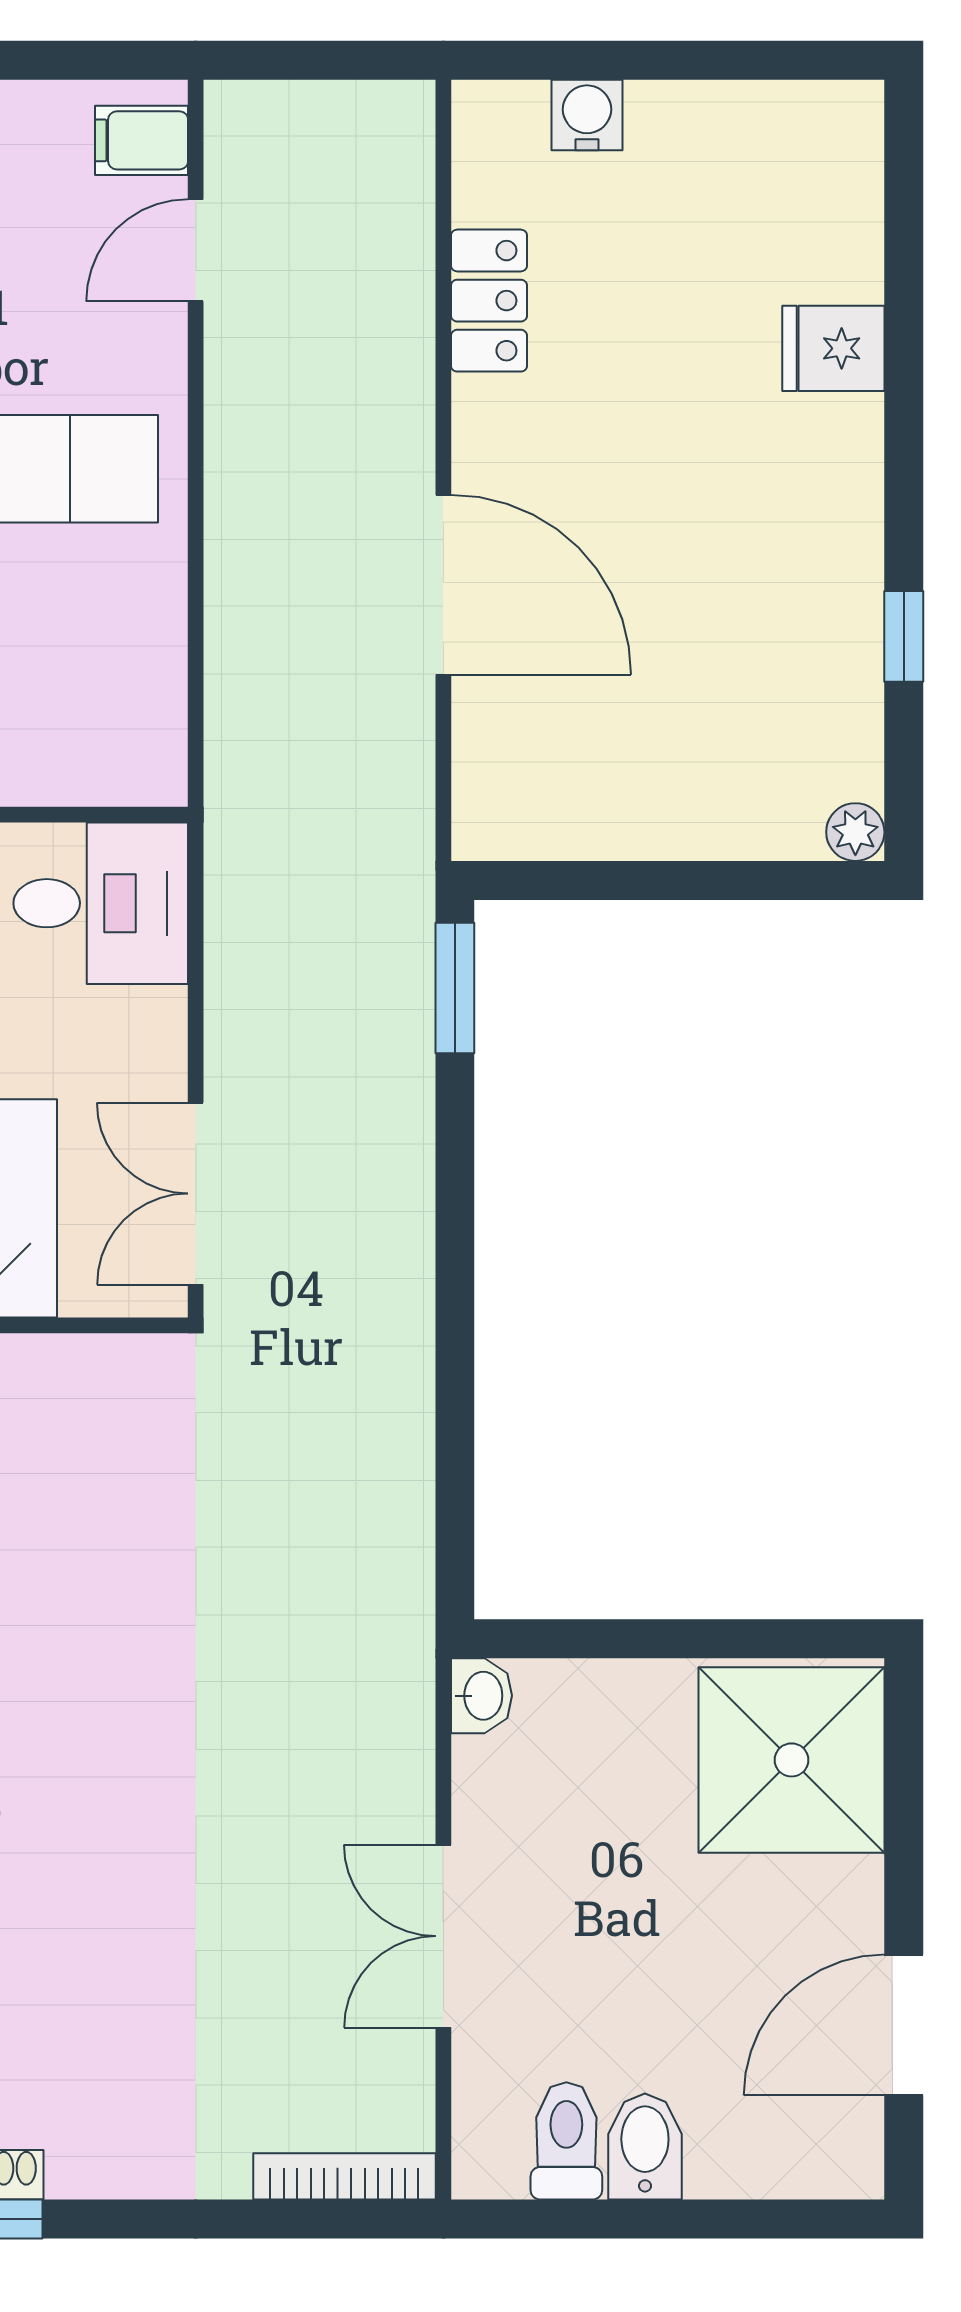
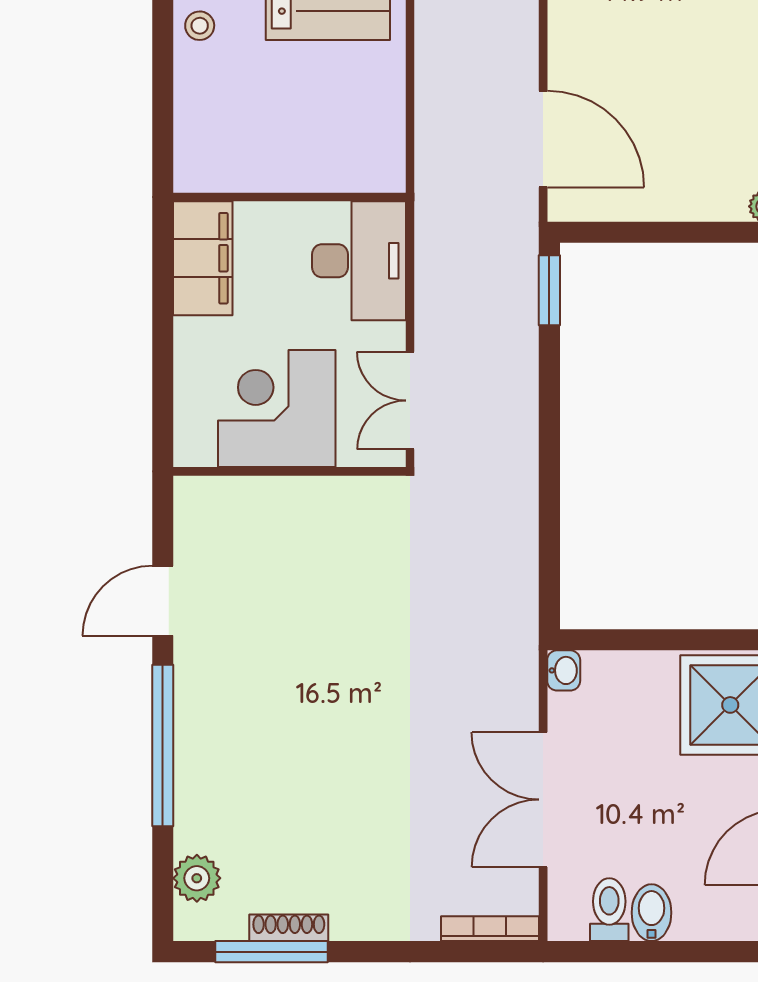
door: (443, 585) -> (543, 139), moved
desk: (101, 903) -> (359, 261), width x1.37
double door: (443, 1936) -> (543, 800), width x1.37

